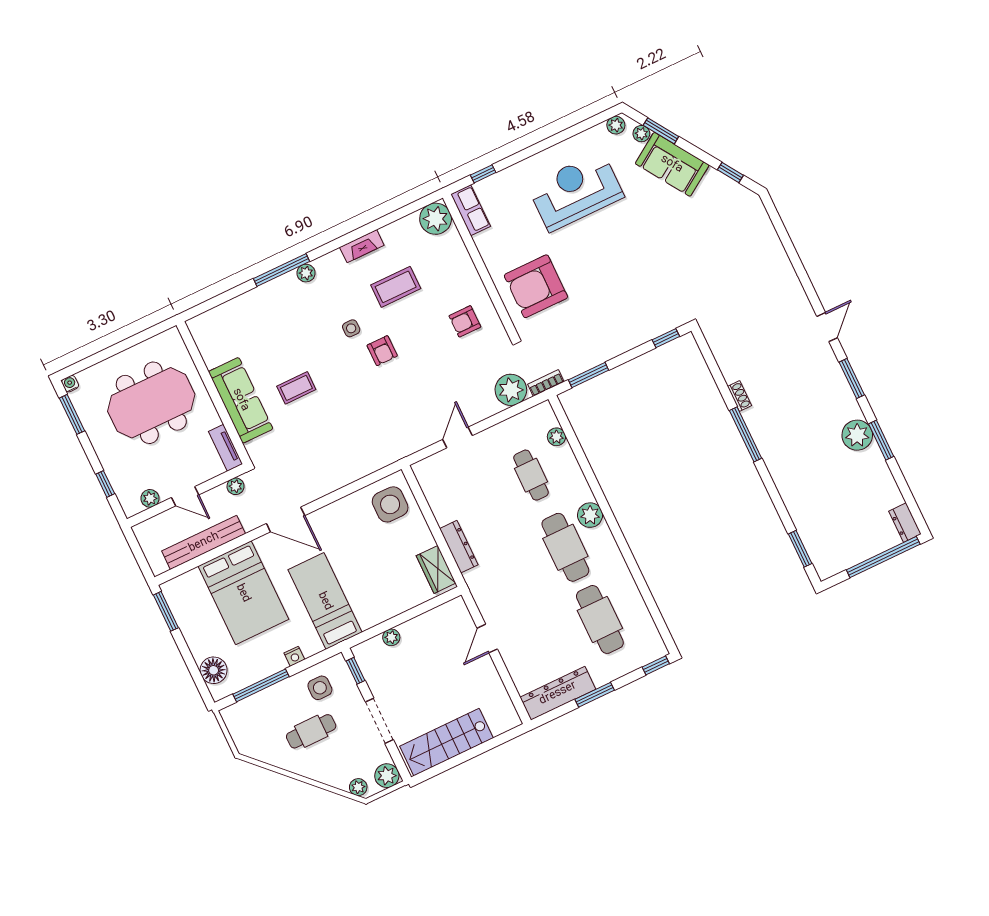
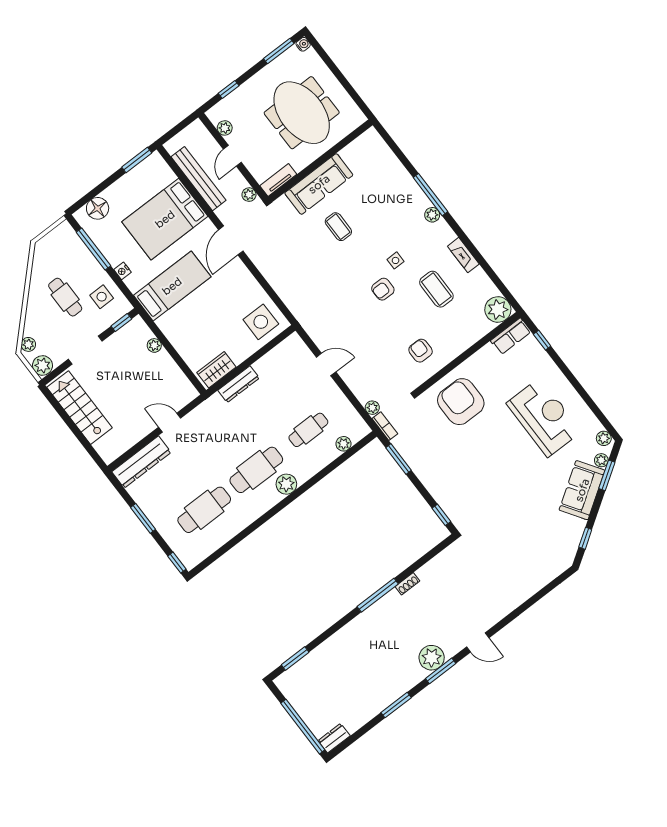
plant: (511, 390) -> (372, 408), width x0.53, depth x0.53
plant: (857, 435) -> (432, 658), moved
dresser: (558, 693) -> (141, 462), moved, turned 90

